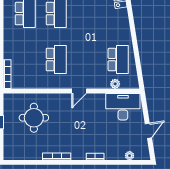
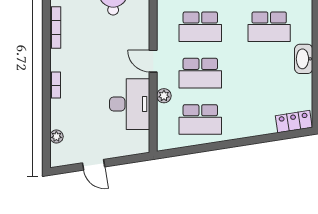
school desk: (87, 60) -> (200, 73), added
plant: (115, 84) -> (164, 96), moved
desk: (123, 107) -> (130, 104), moved

